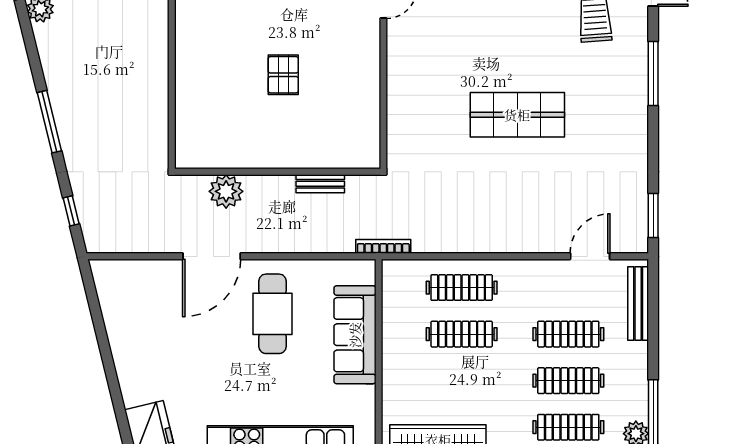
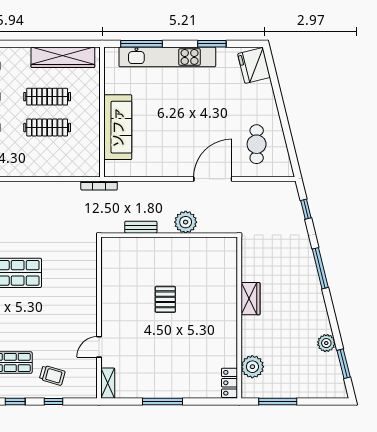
wardrobe: (155, 76) -> (250, 299), added
plant: (226, 191) -> (186, 222), moved
clothes rail: (462, 288) -> (47, 97), moved
cafe table: (273, 314) -> (257, 144), moved, width x0.73, depth x0.74

